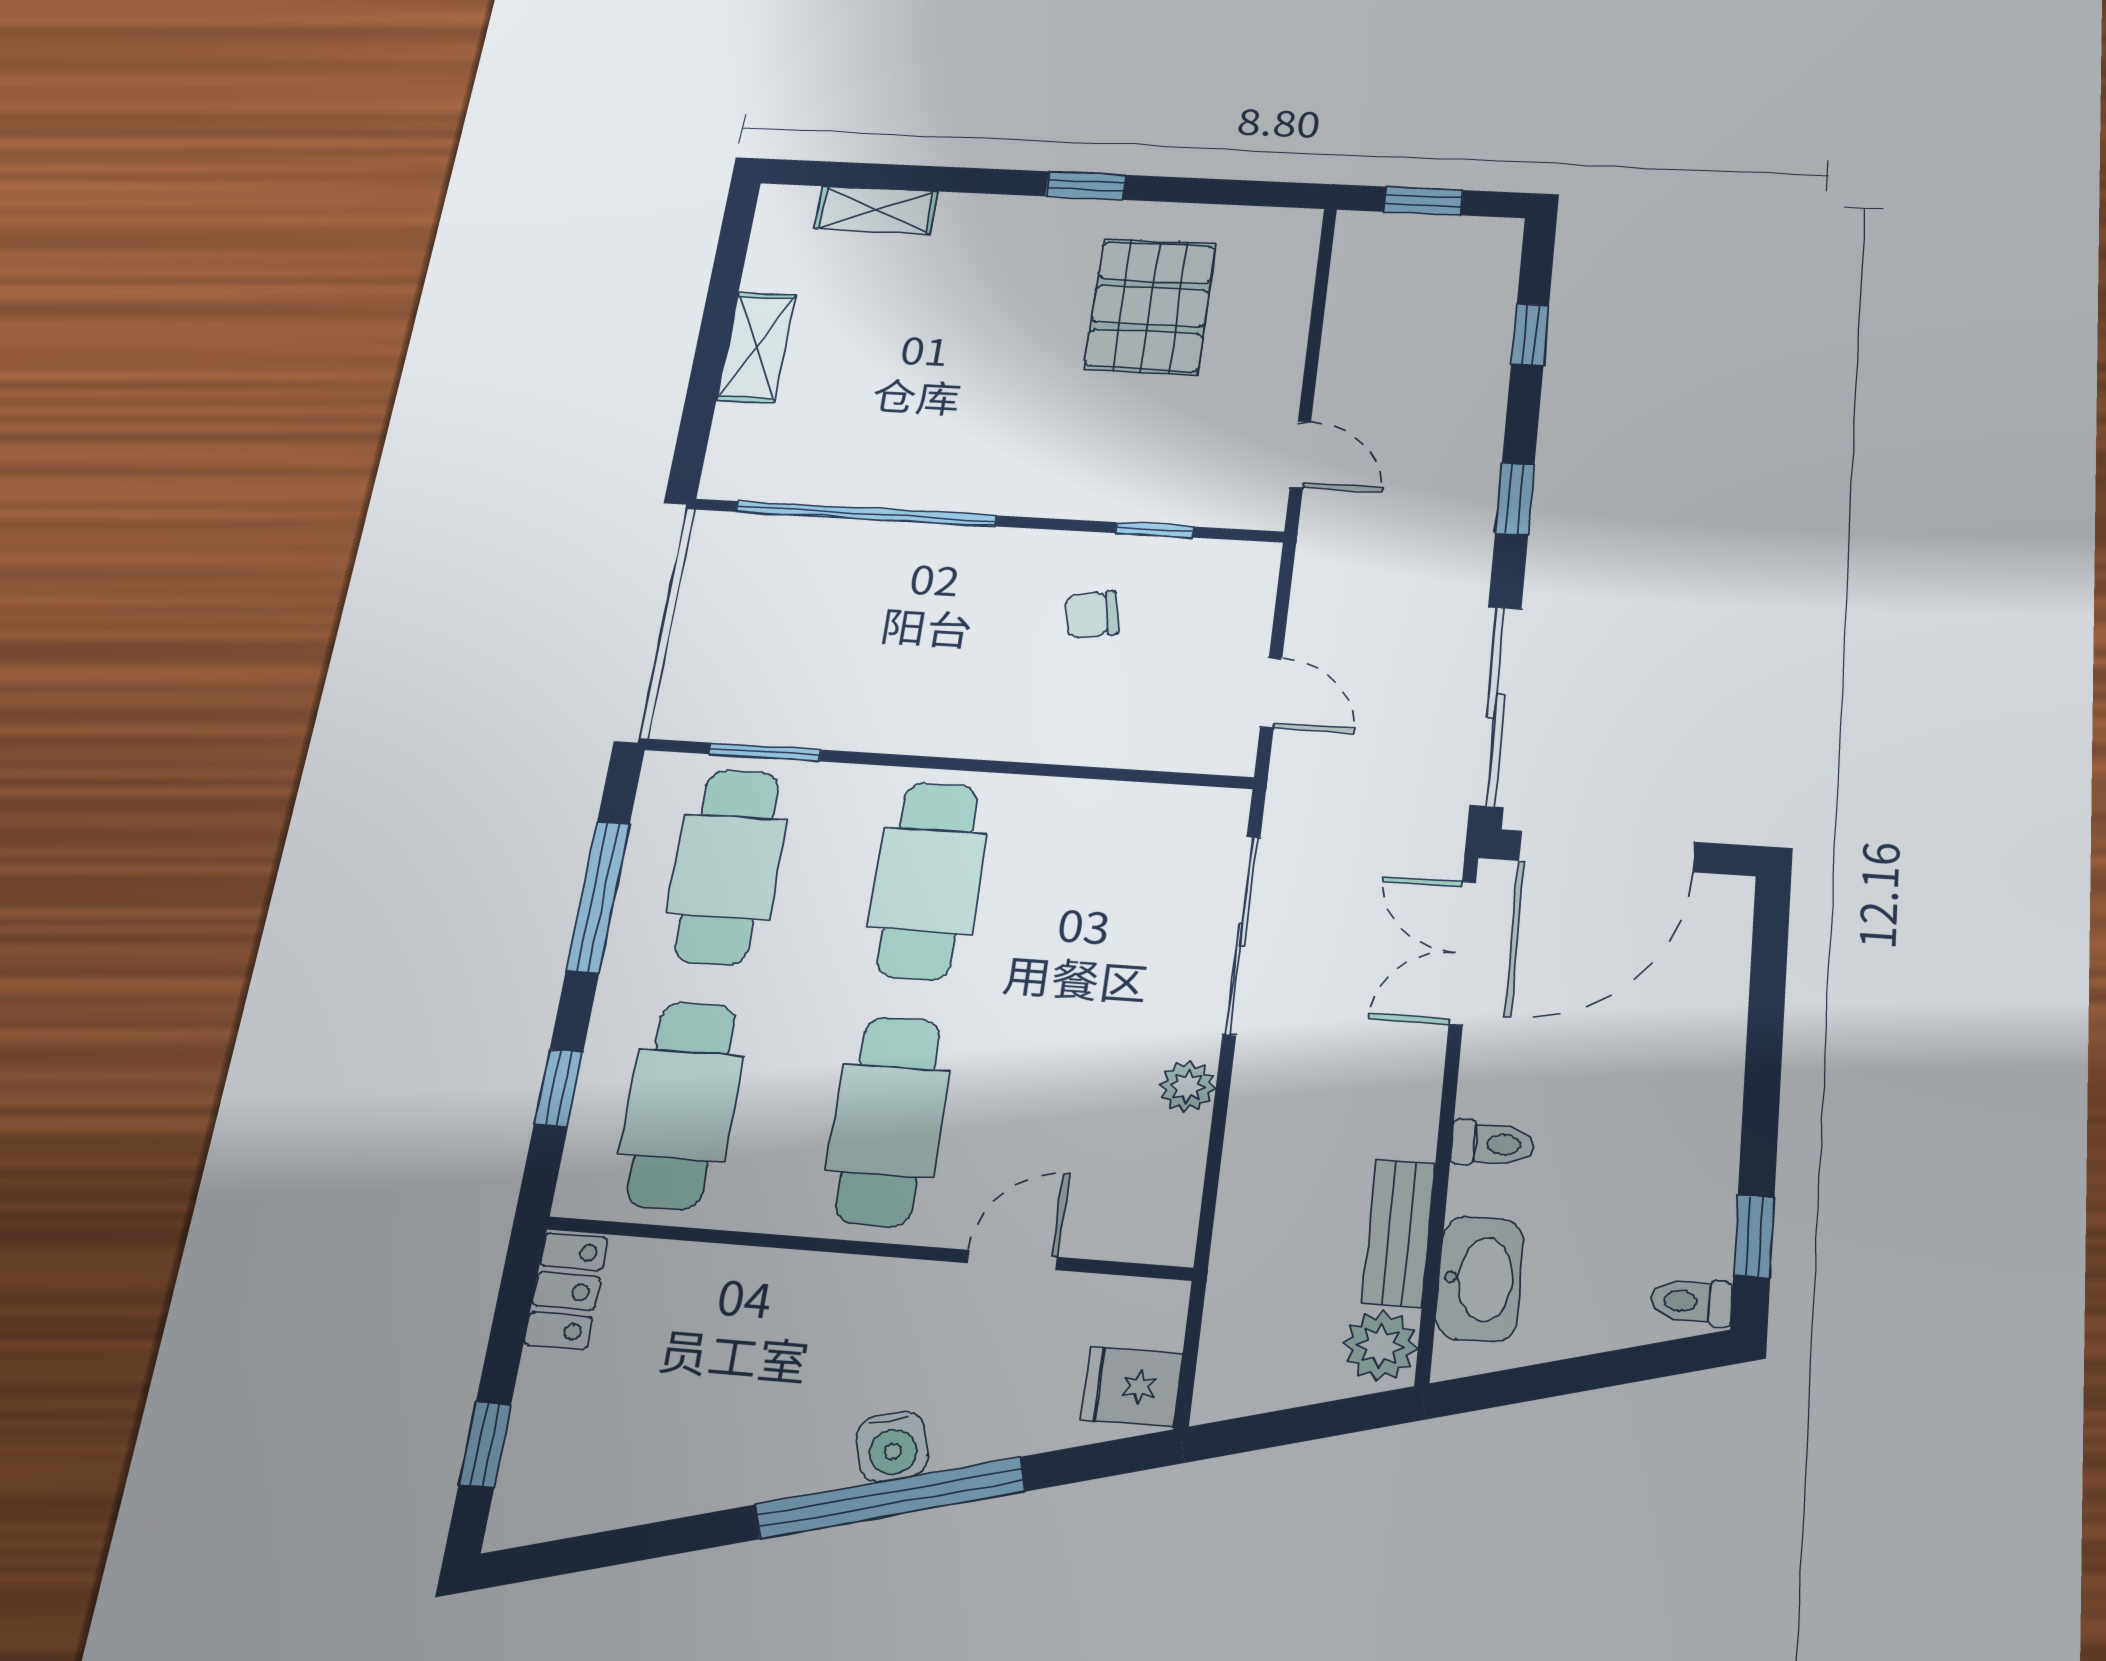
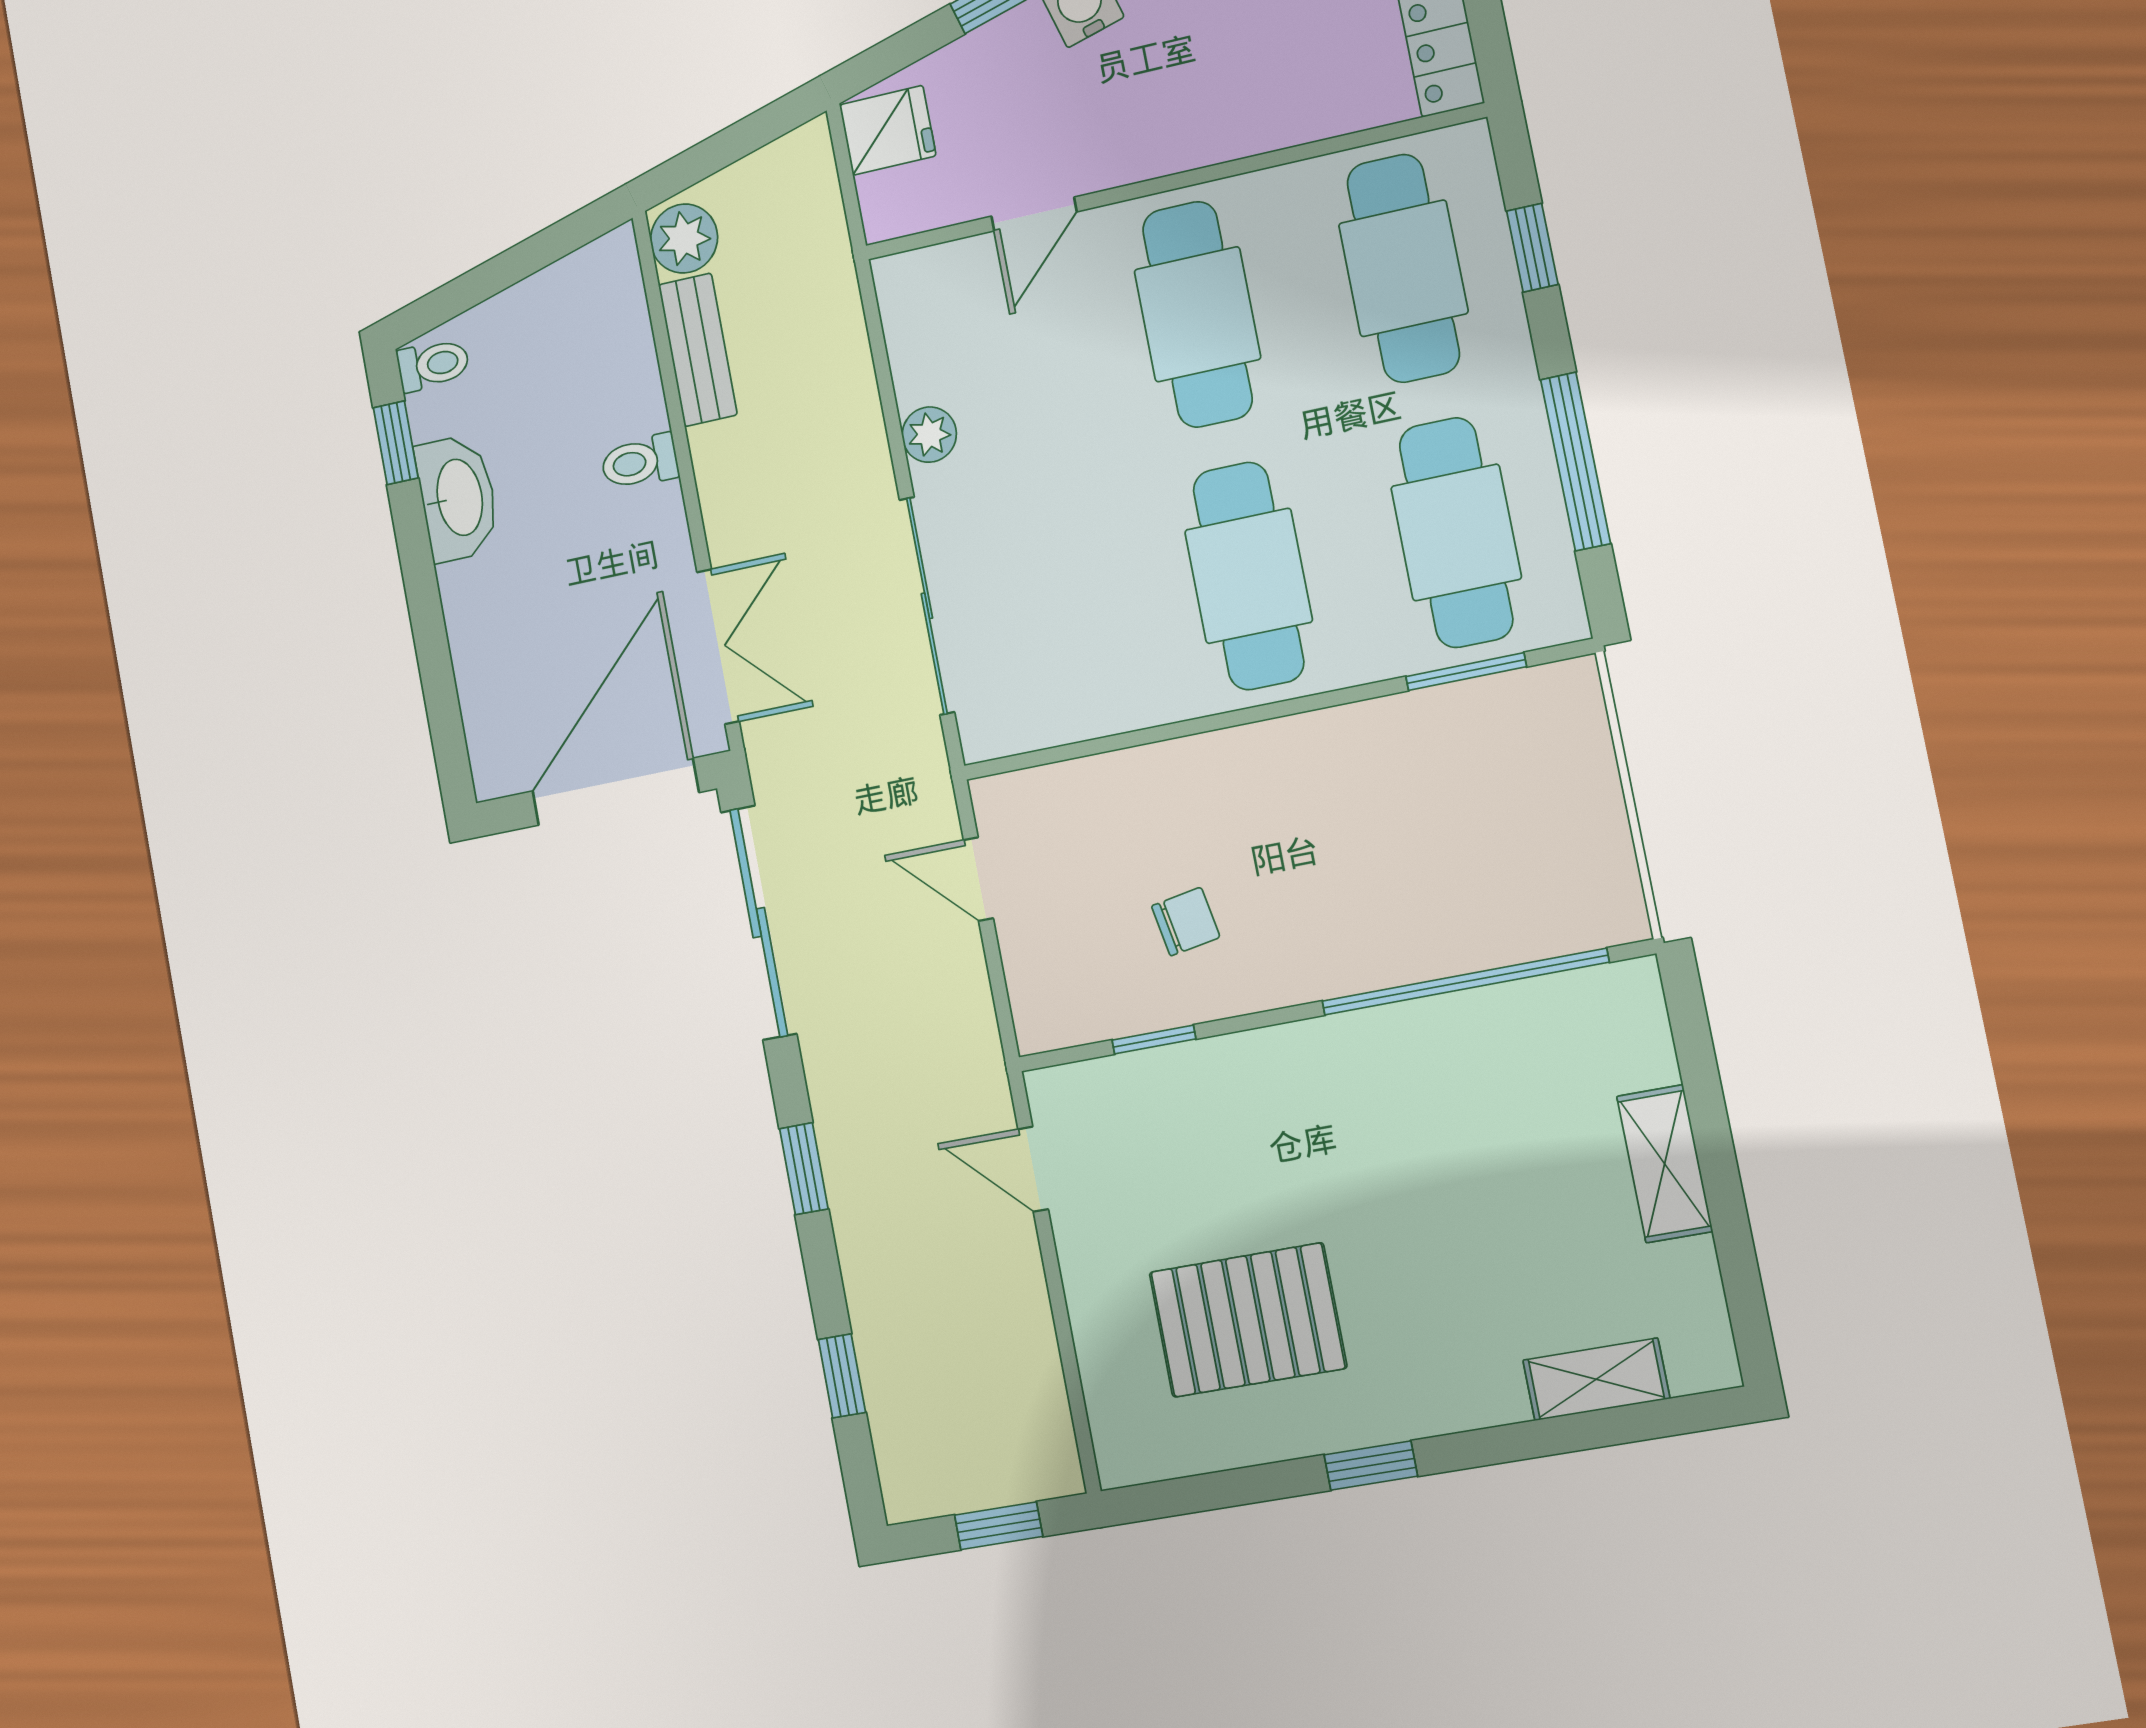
pallet: (1150, 306) -> (1248, 1320), turned 90
washbasin: (1480, 1279) -> (458, 498), moved, turned 180

